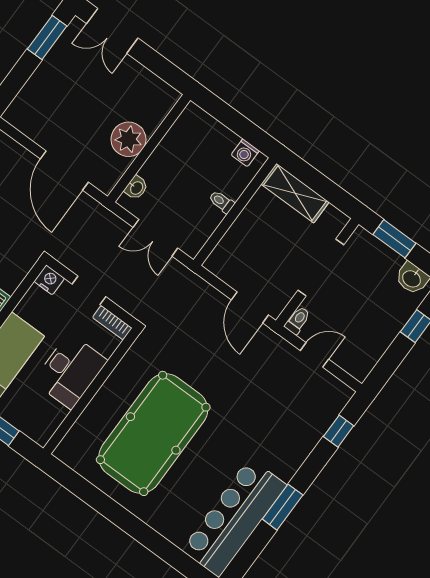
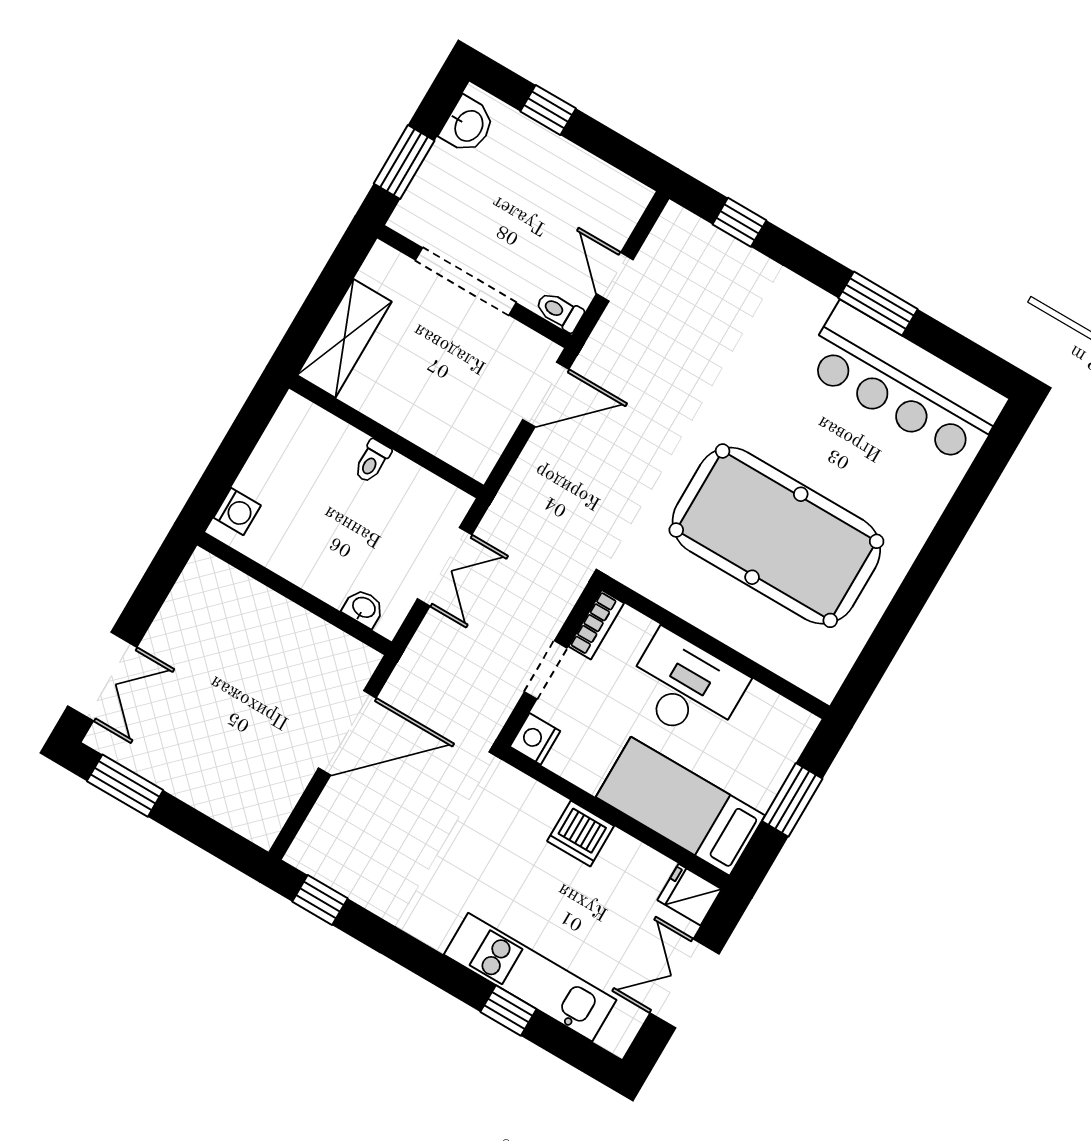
plant: (128, 139) -> (283, 630), removed
washing machine: (245, 153) -> (237, 511), moved

